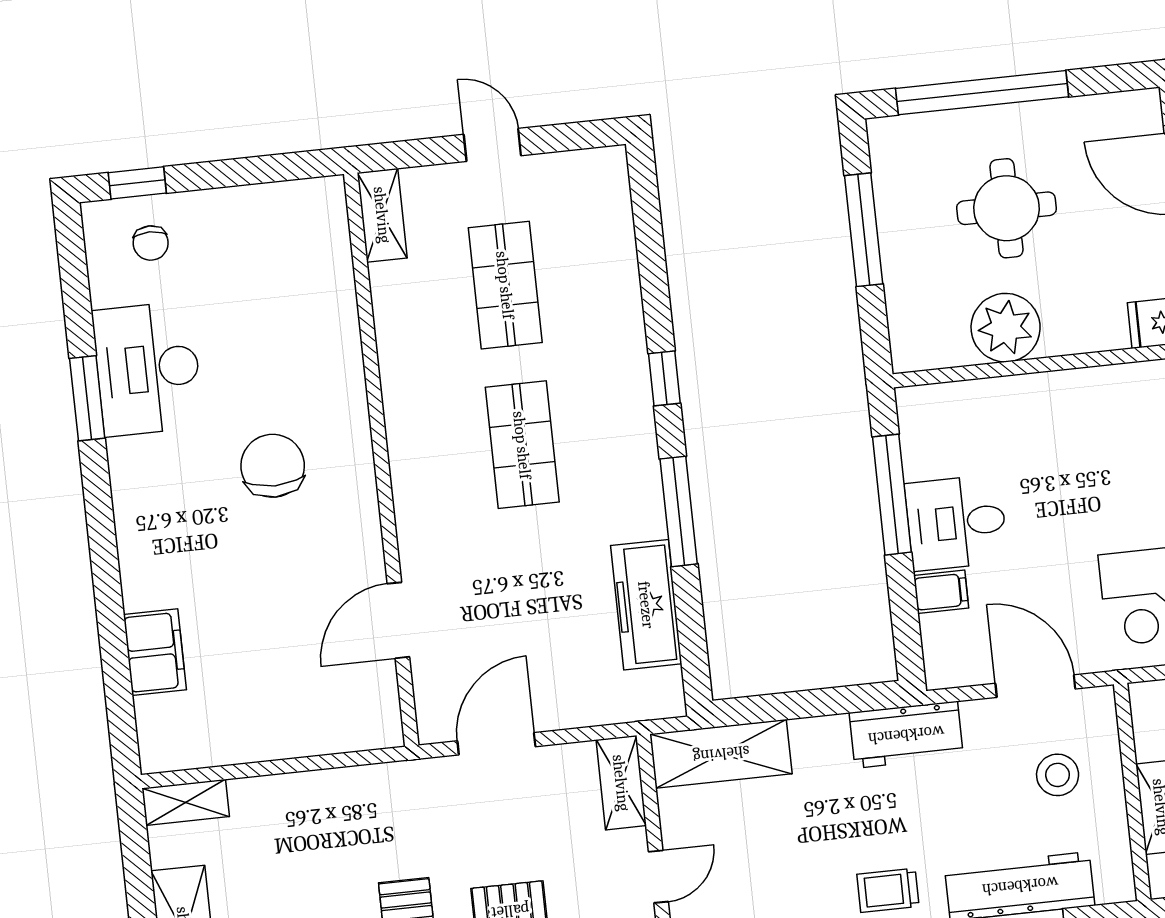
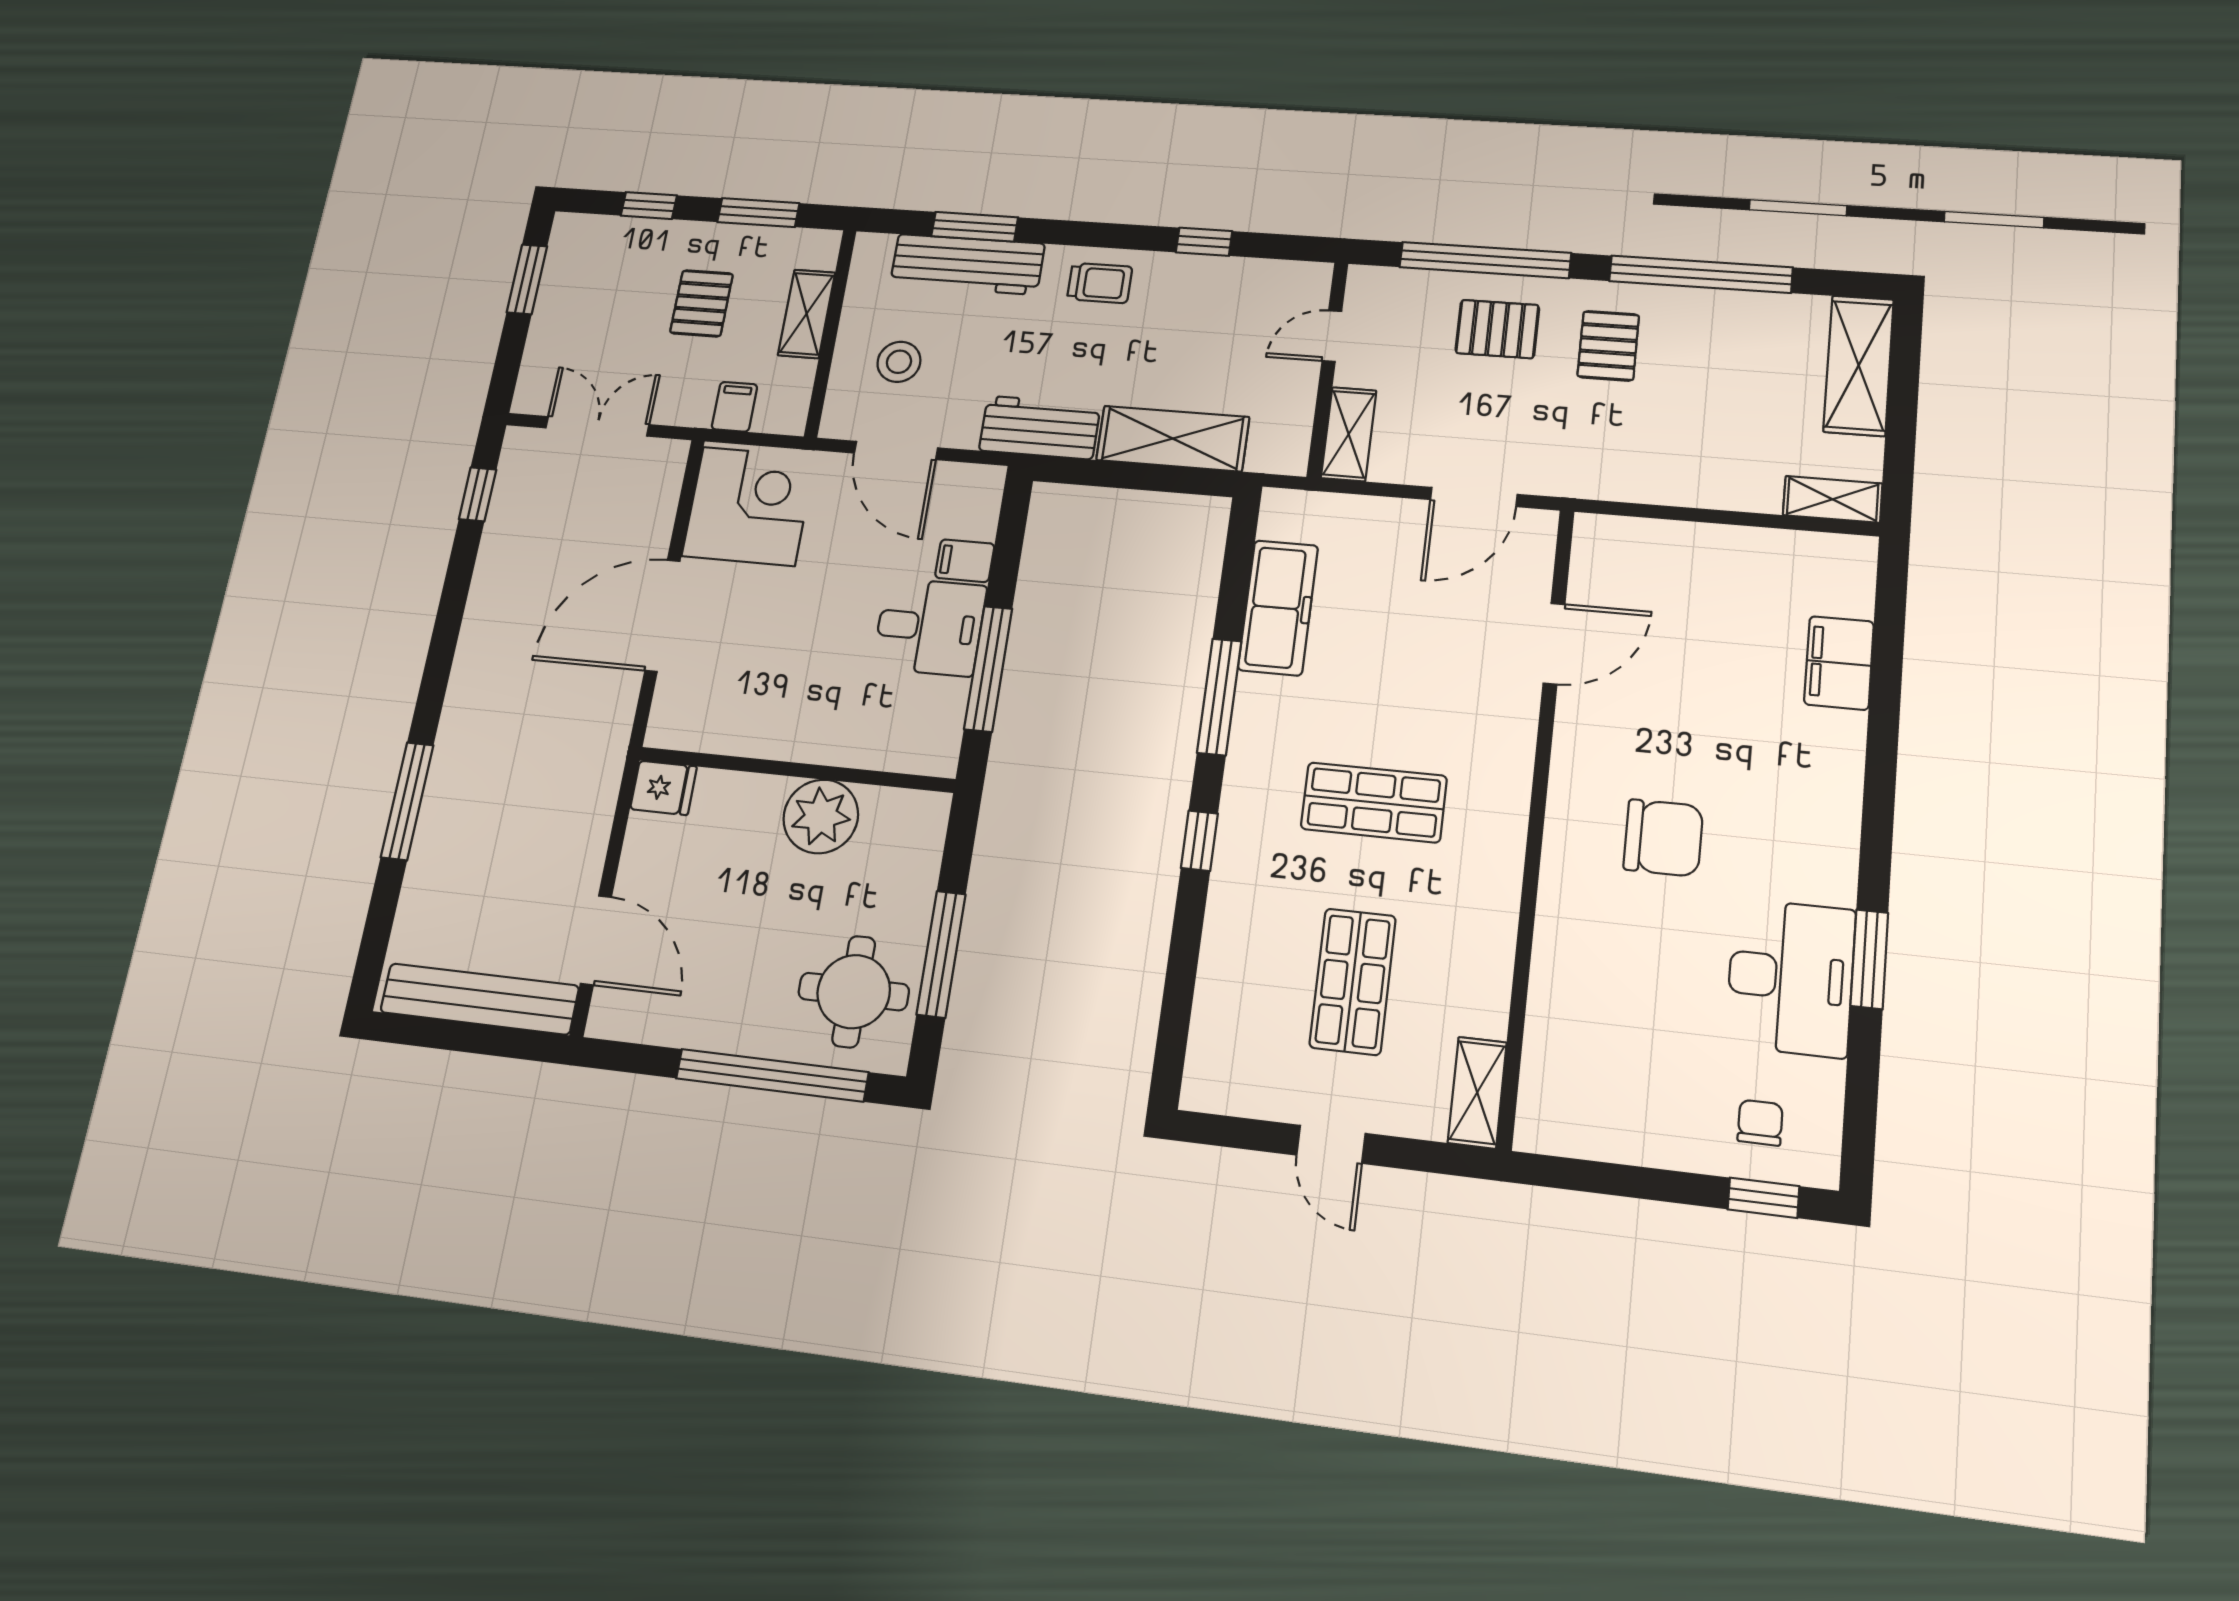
round table: (1007, 208) -> (854, 992), moved
shop shelf: (522, 445) -> (1374, 802), turned 90
chair: (273, 466) -> (1663, 838), turned -90
shelving: (721, 754) -> (1173, 439), moved

